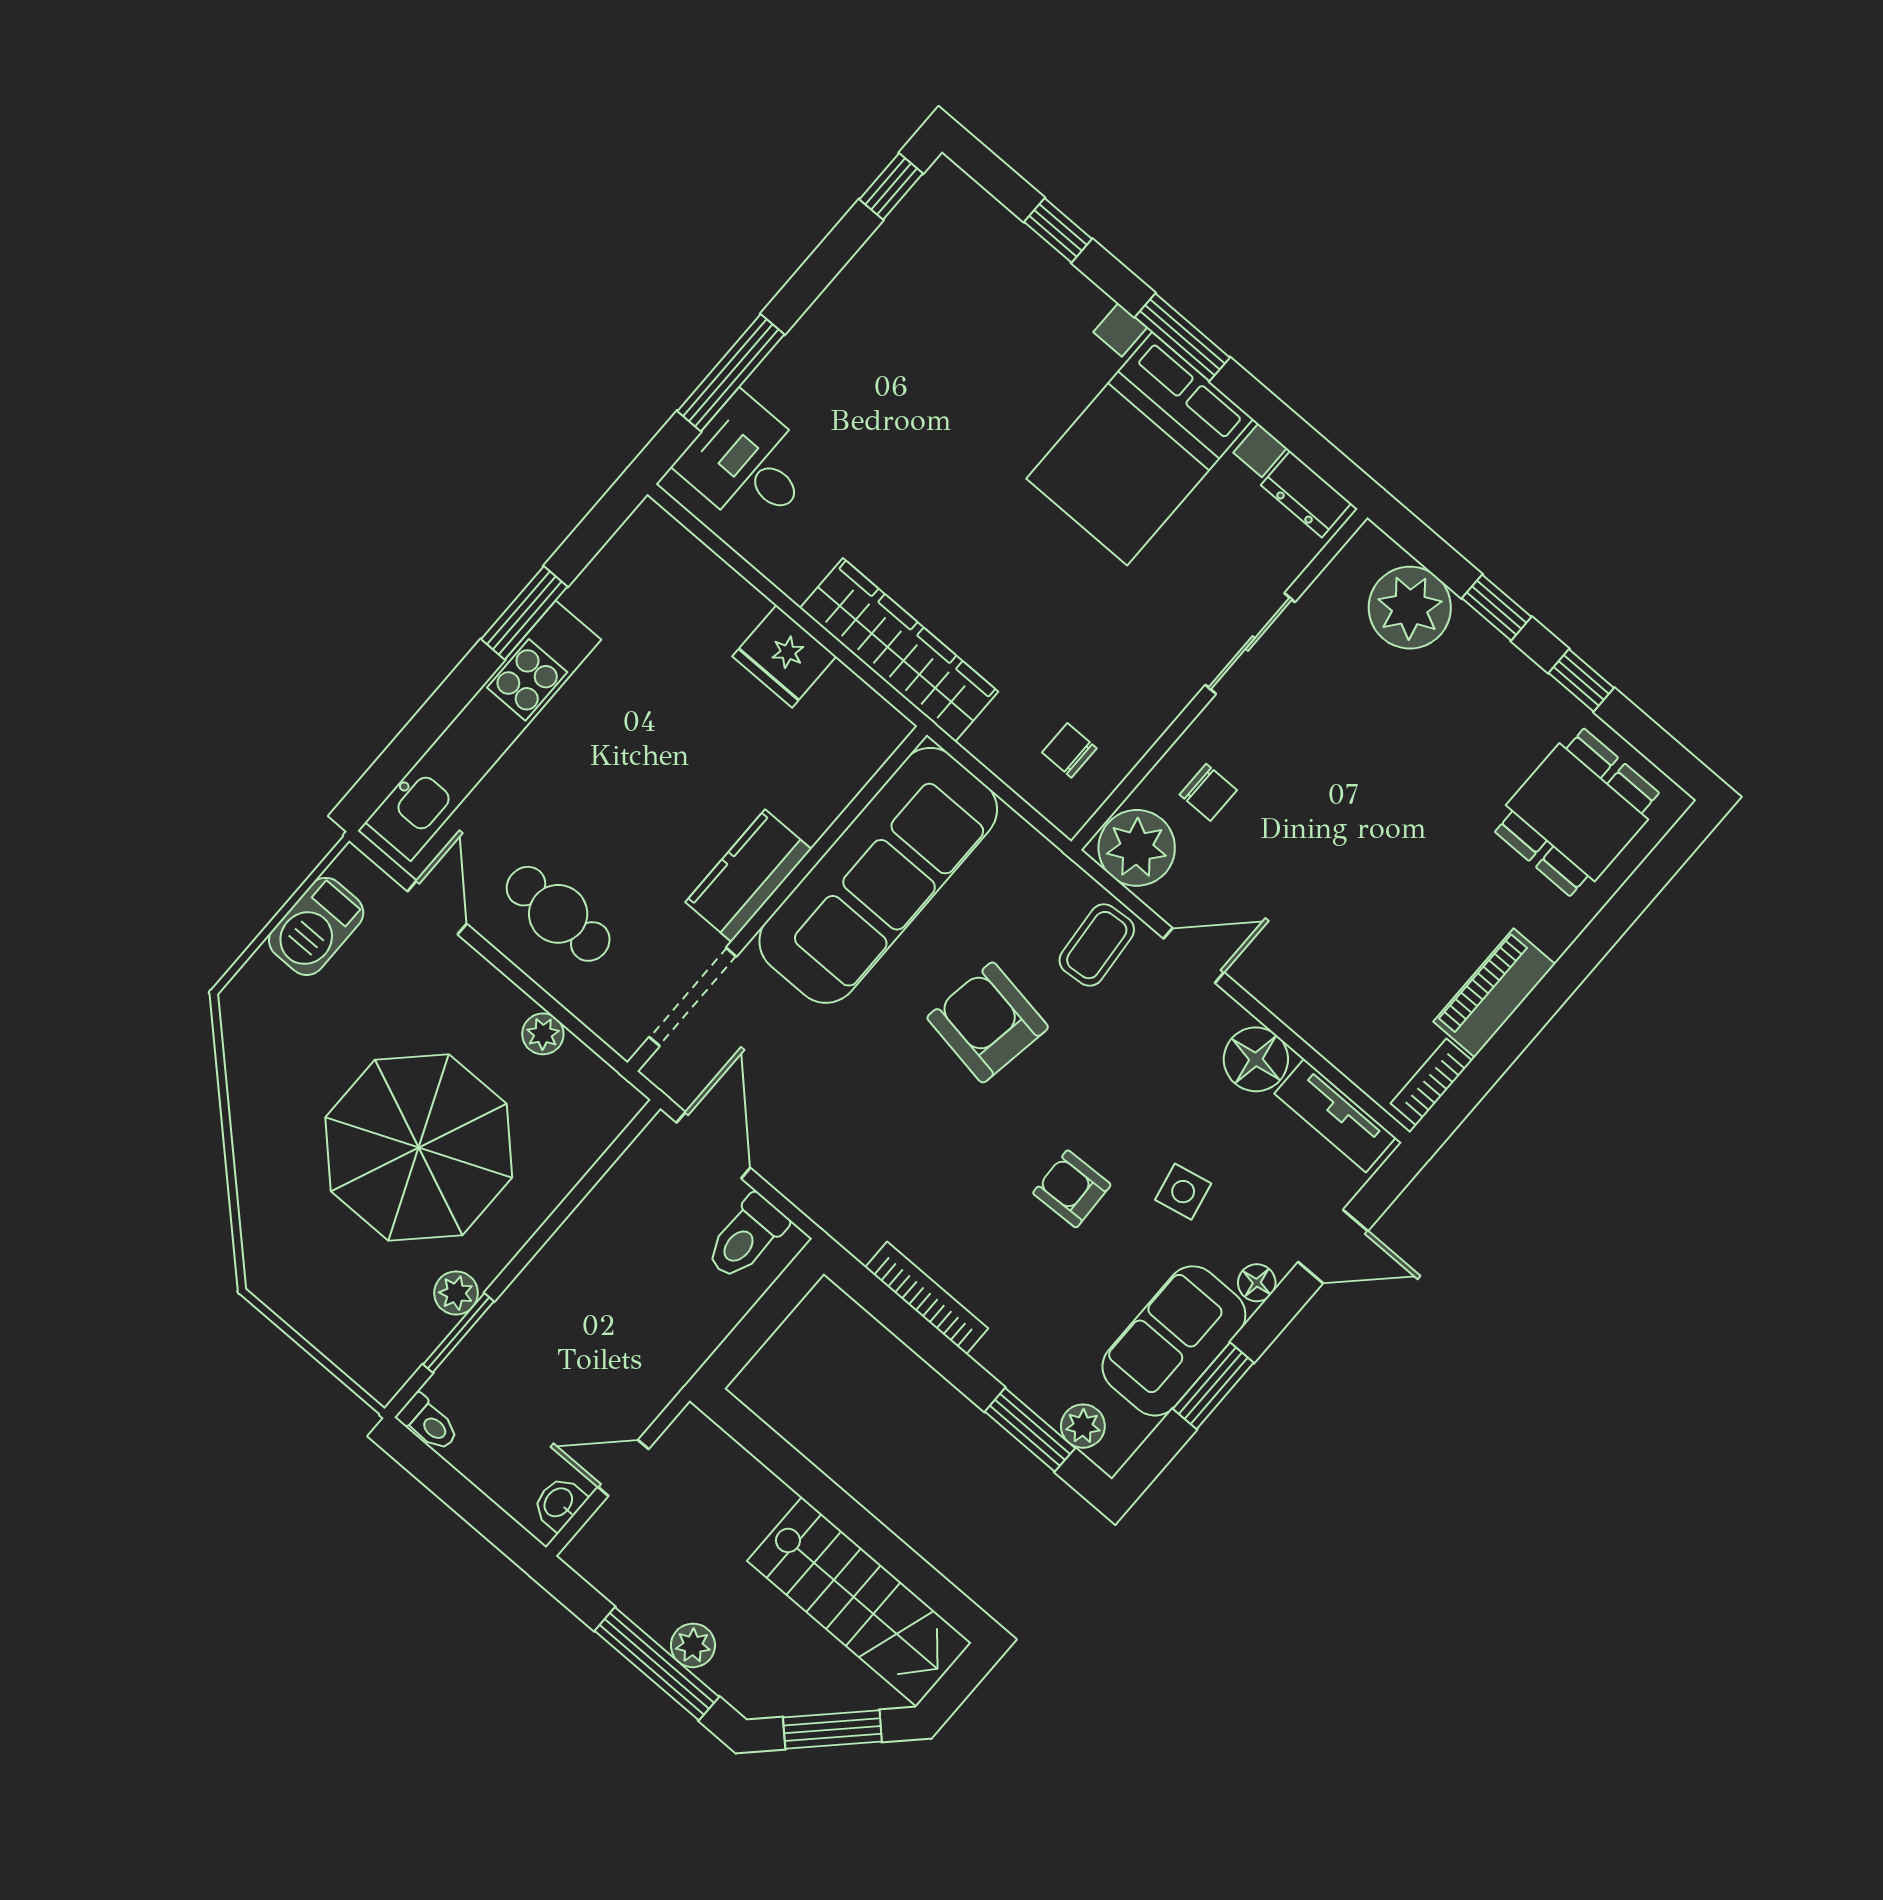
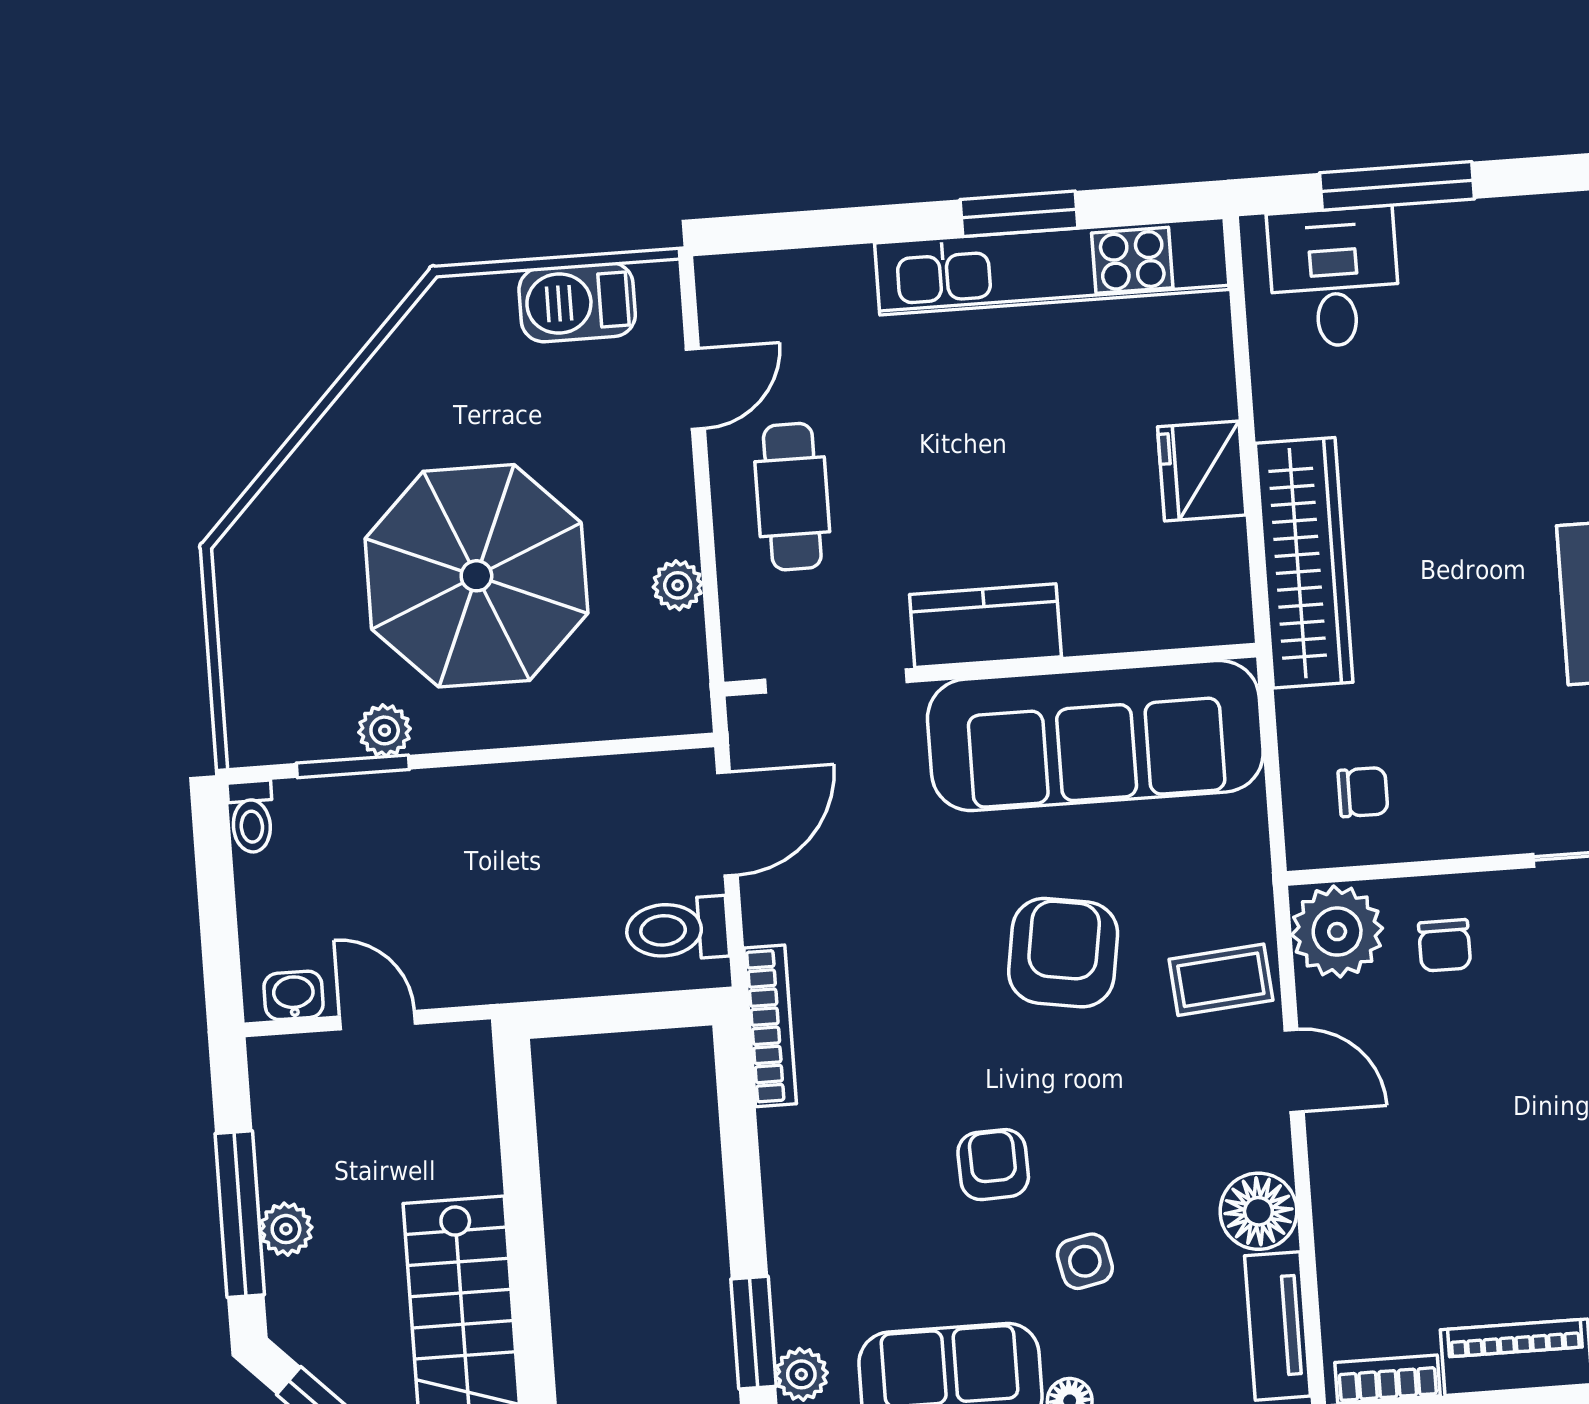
kitchen unit: (483, 731) -> (1052, 266), moved
chair: (1069, 750) -> (1363, 792), turned 90
bookcase: (927, 1298) -> (770, 1026), moved

